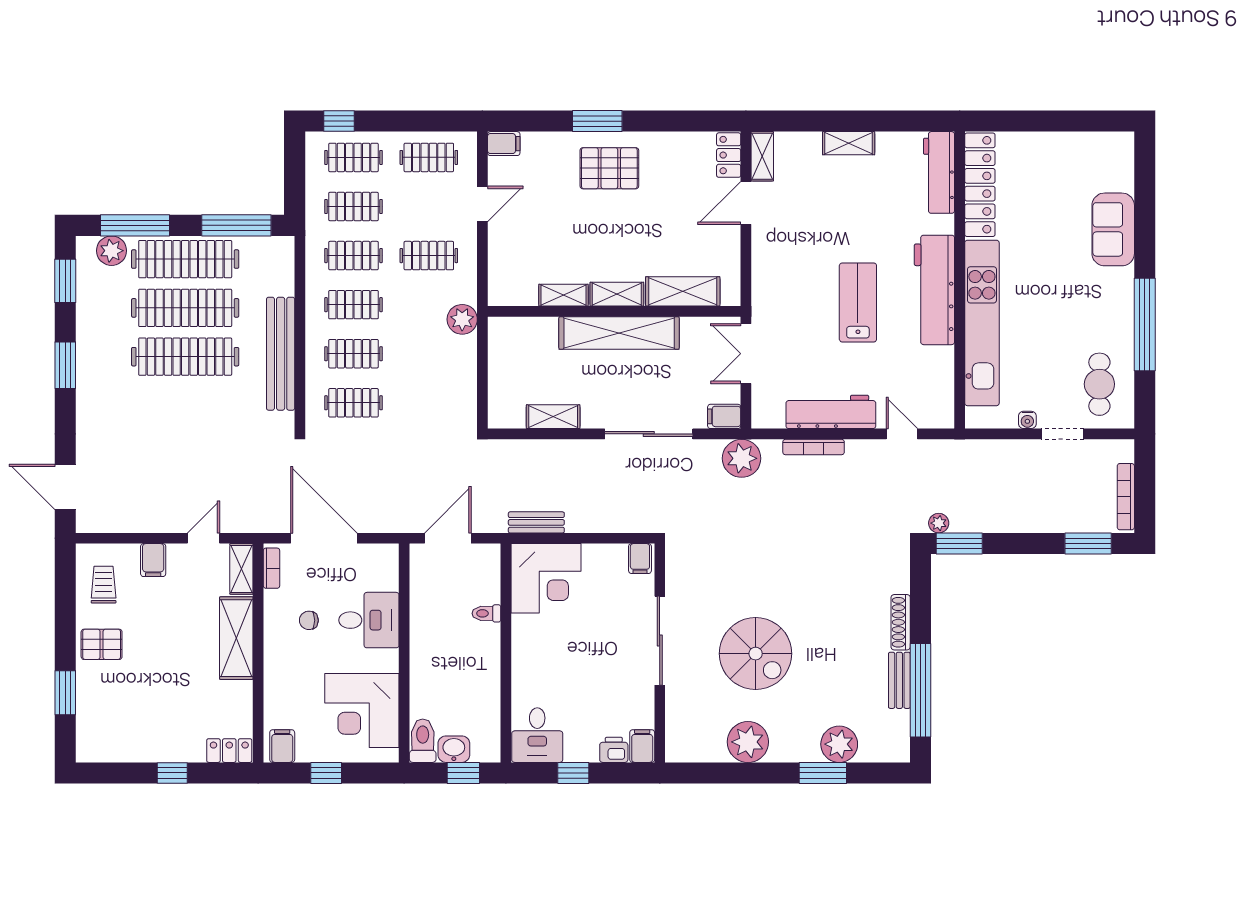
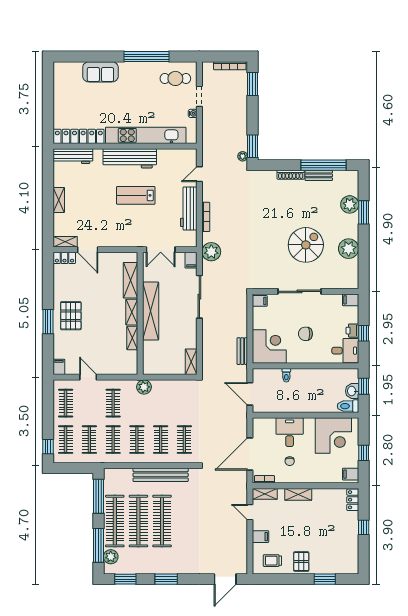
shelving: (553, 417) -> (191, 362), moved
shelving: (236, 638) -> (298, 494), width x0.67, depth x0.75
chair: (572, 653) -> (305, 334), added
printer: (614, 750) -> (352, 331), moved

